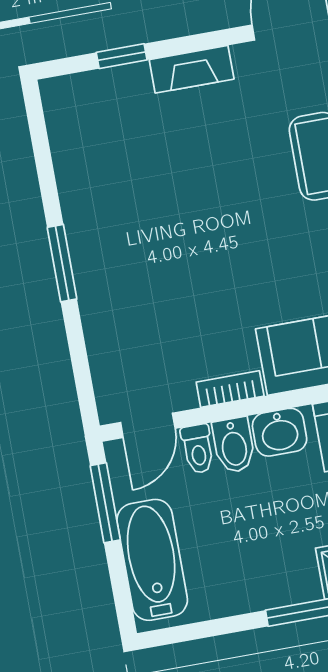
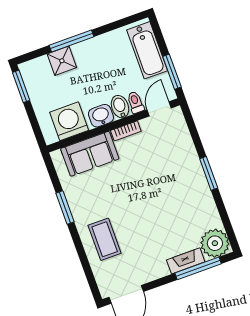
window: (122, 56) -> (198, 268), width x2.17
fireplace: (192, 69) -> (186, 261), moved
plant: (75, 106) -> (215, 243), added

